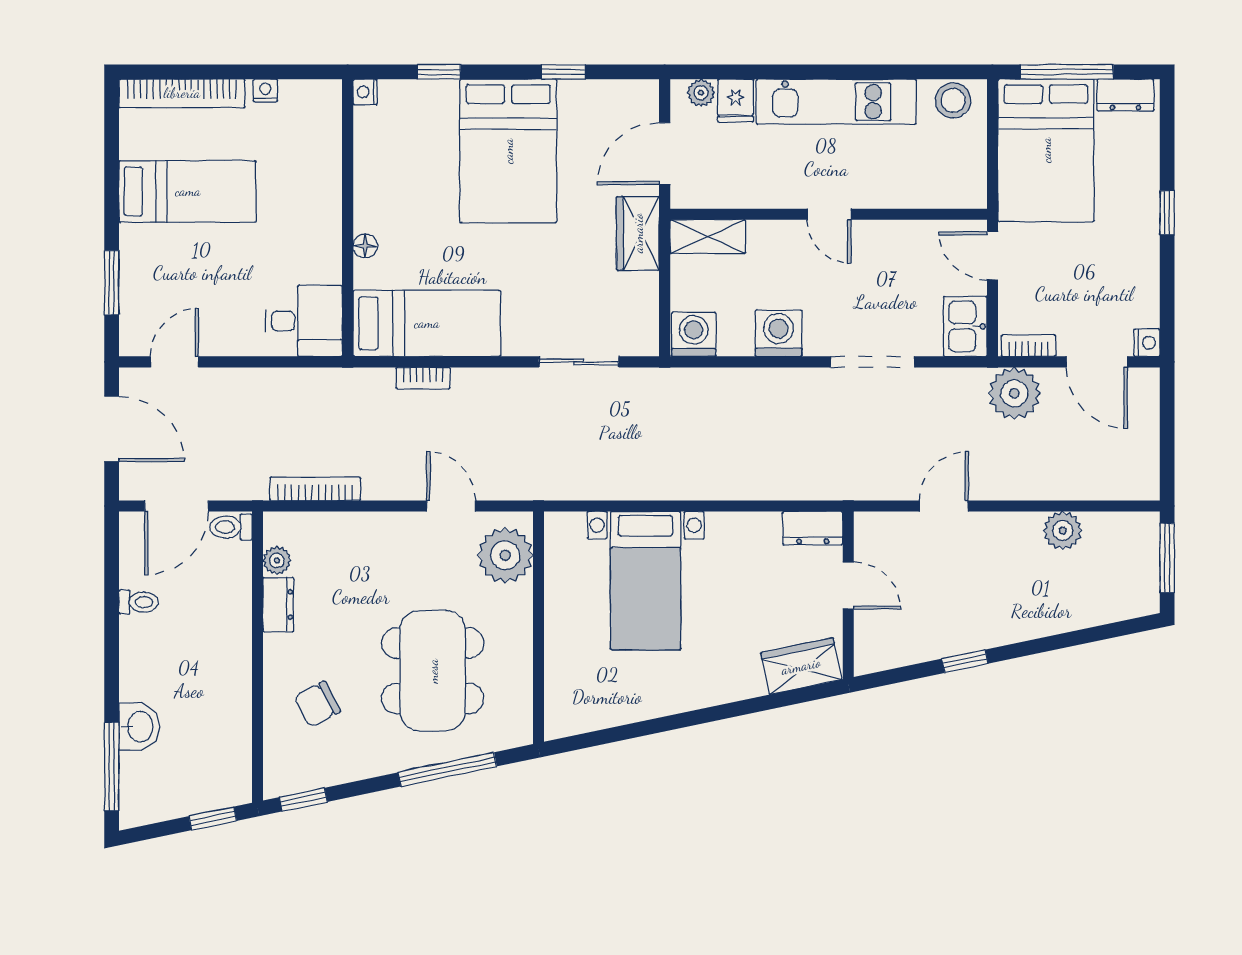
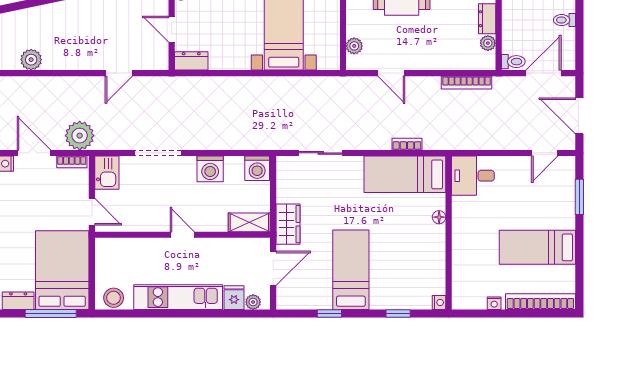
bed: (508, 151) -> (351, 270), width x0.67
plant: (1063, 531) -> (31, 60), moved
plant: (505, 555) -> (354, 46), width x0.53, depth x0.53

